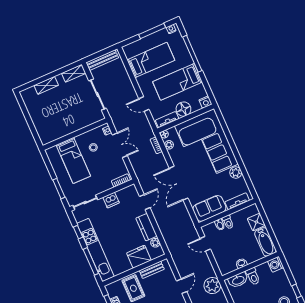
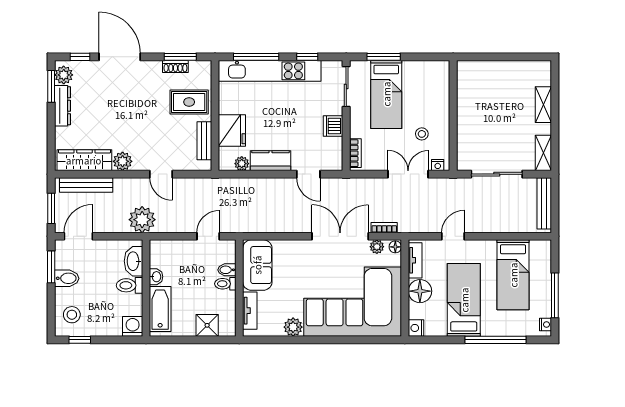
double door: (120, 145) -> (408, 174), swing flipped
bed: (73, 160) -> (386, 94), moved, turned -90
double door: (179, 183) -> (340, 236), moved
bathtub: (265, 242) -> (160, 309), moved, turned 90

